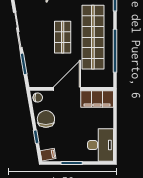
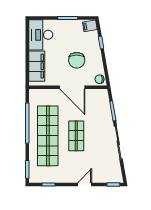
door: (67, 89) -> (72, 87), hinge flipped
filing cabinet: (97, 99) -> (37, 66), moved, turned 90
chair: (46, 119) -> (77, 60), moved

